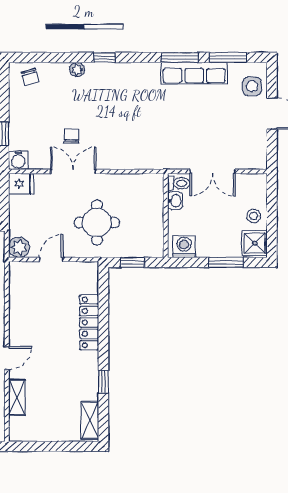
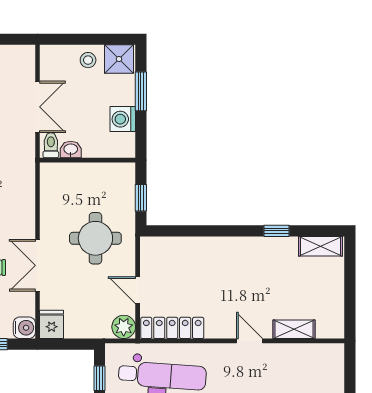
washing machine: (184, 247) -> (123, 119), moved
locker: (89, 322) -> (172, 328), moved, turned 180

